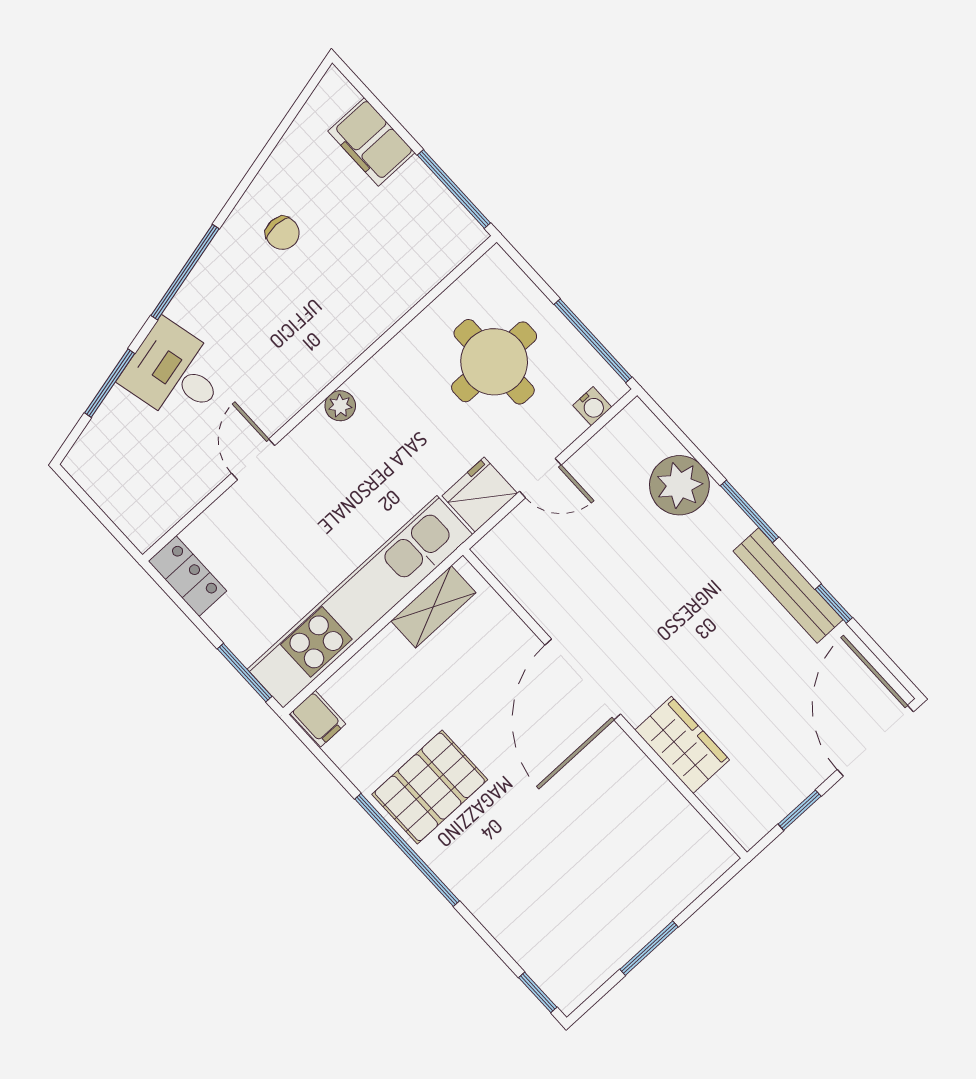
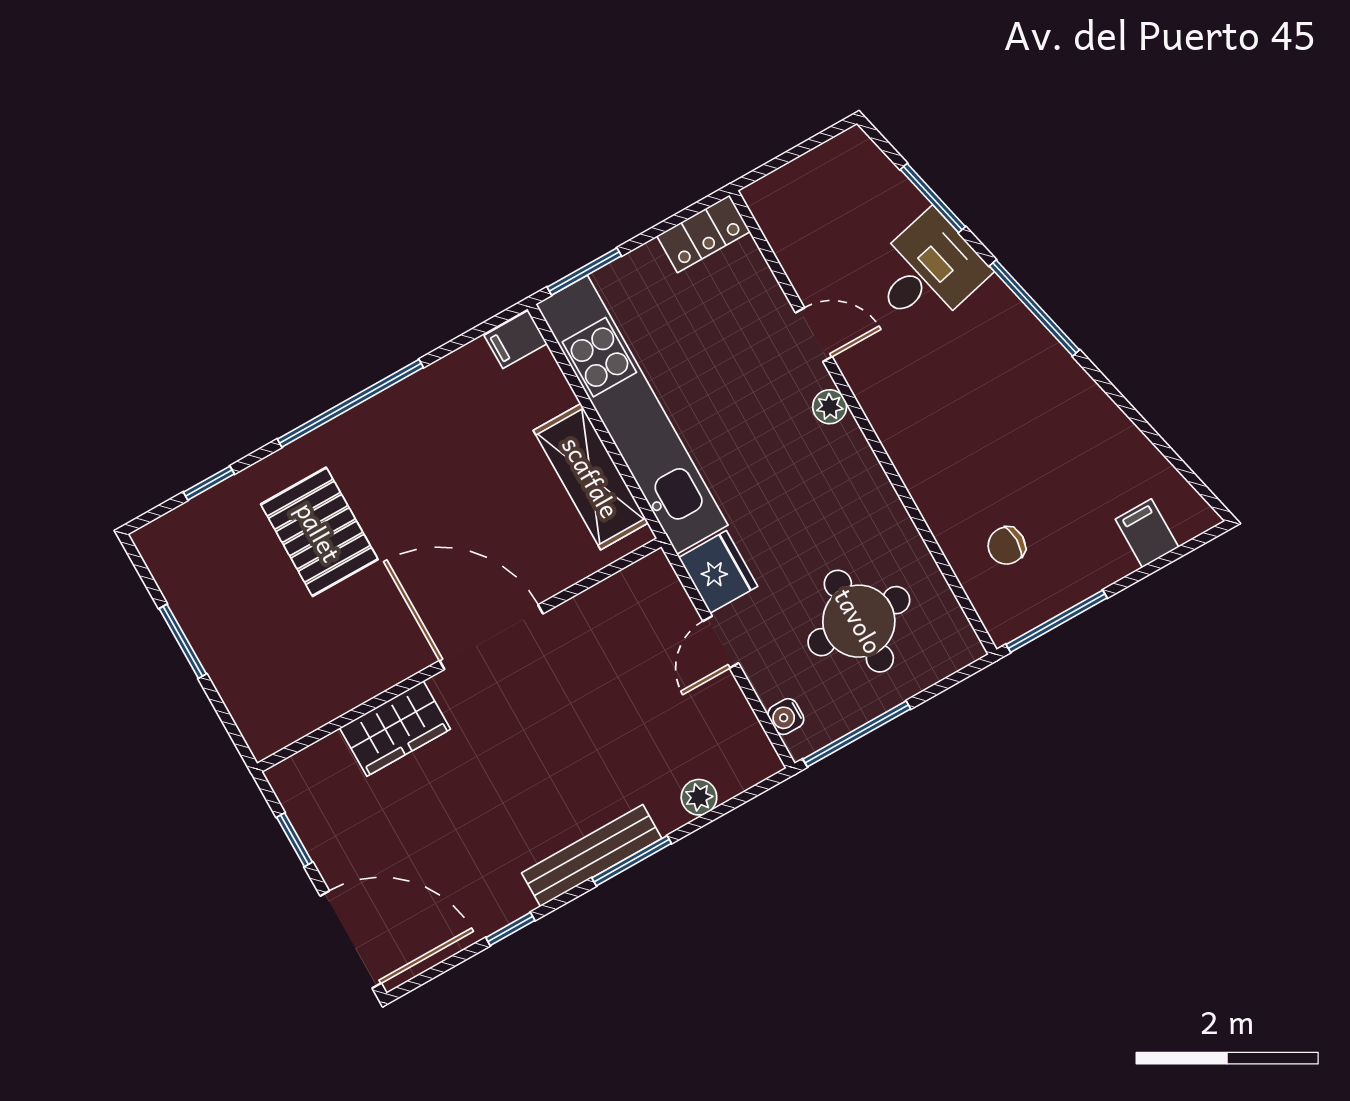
filing cabinet: (371, 142) -> (1147, 533), width x0.50
chair: (282, 233) -> (1007, 546), moved
plant: (340, 406) -> (830, 407), moved
plant: (679, 485) -> (699, 797), width x0.53, depth x0.53
bench: (788, 585) -> (592, 856), moved
shelving: (433, 607) -> (591, 477), width x1.50, depth x1.33
pallet: (430, 787) -> (319, 532), moved
window: (538, 992) -> (209, 483), moved

